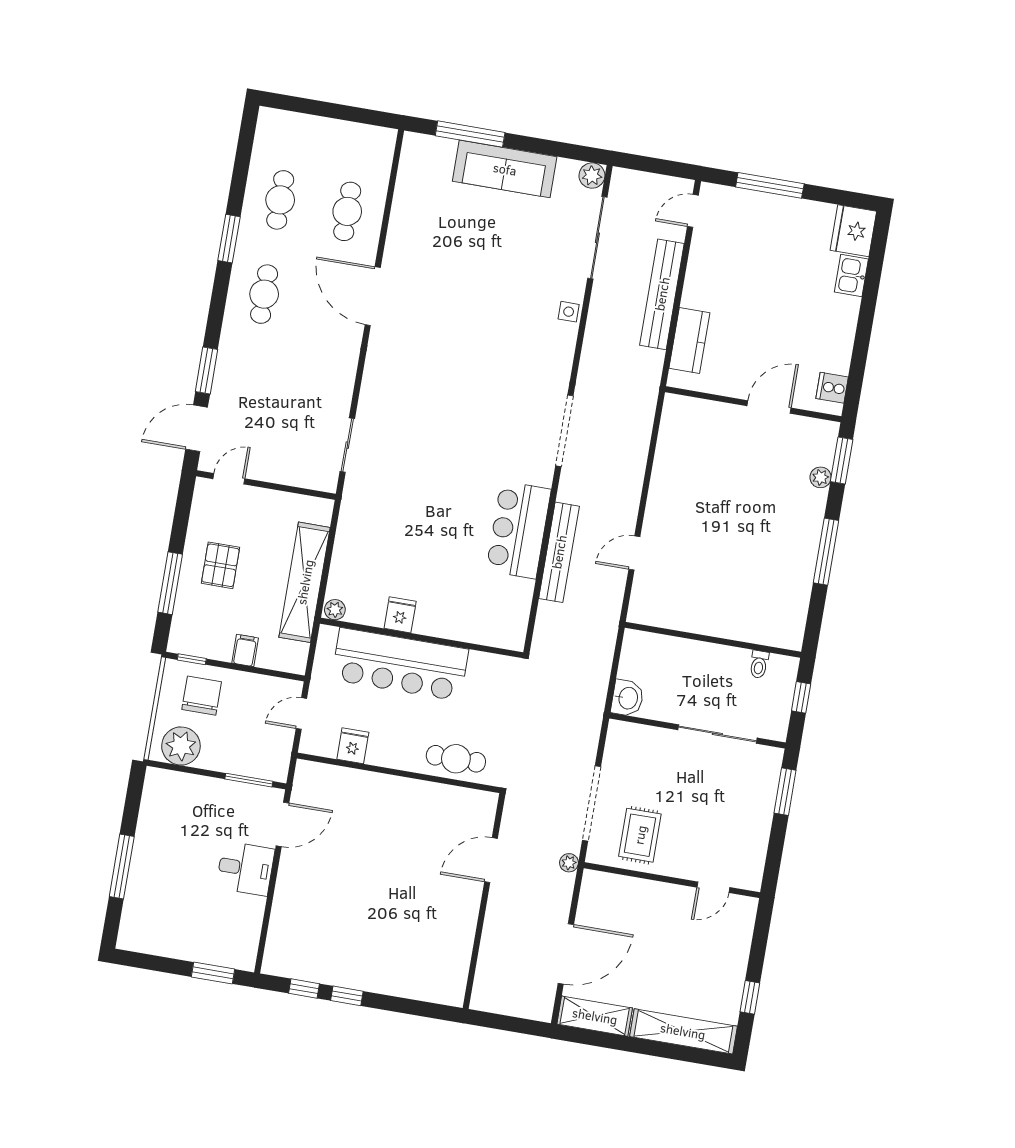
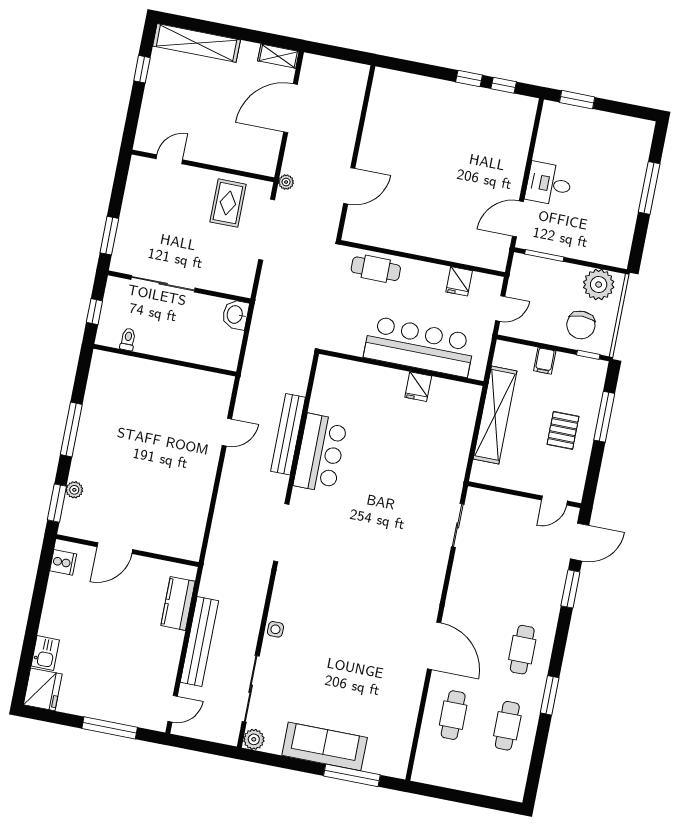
plant: (335, 610) -> (471, 392), removed
shelving: (595, 1016) -> (278, 56), width x0.67, depth x0.75

